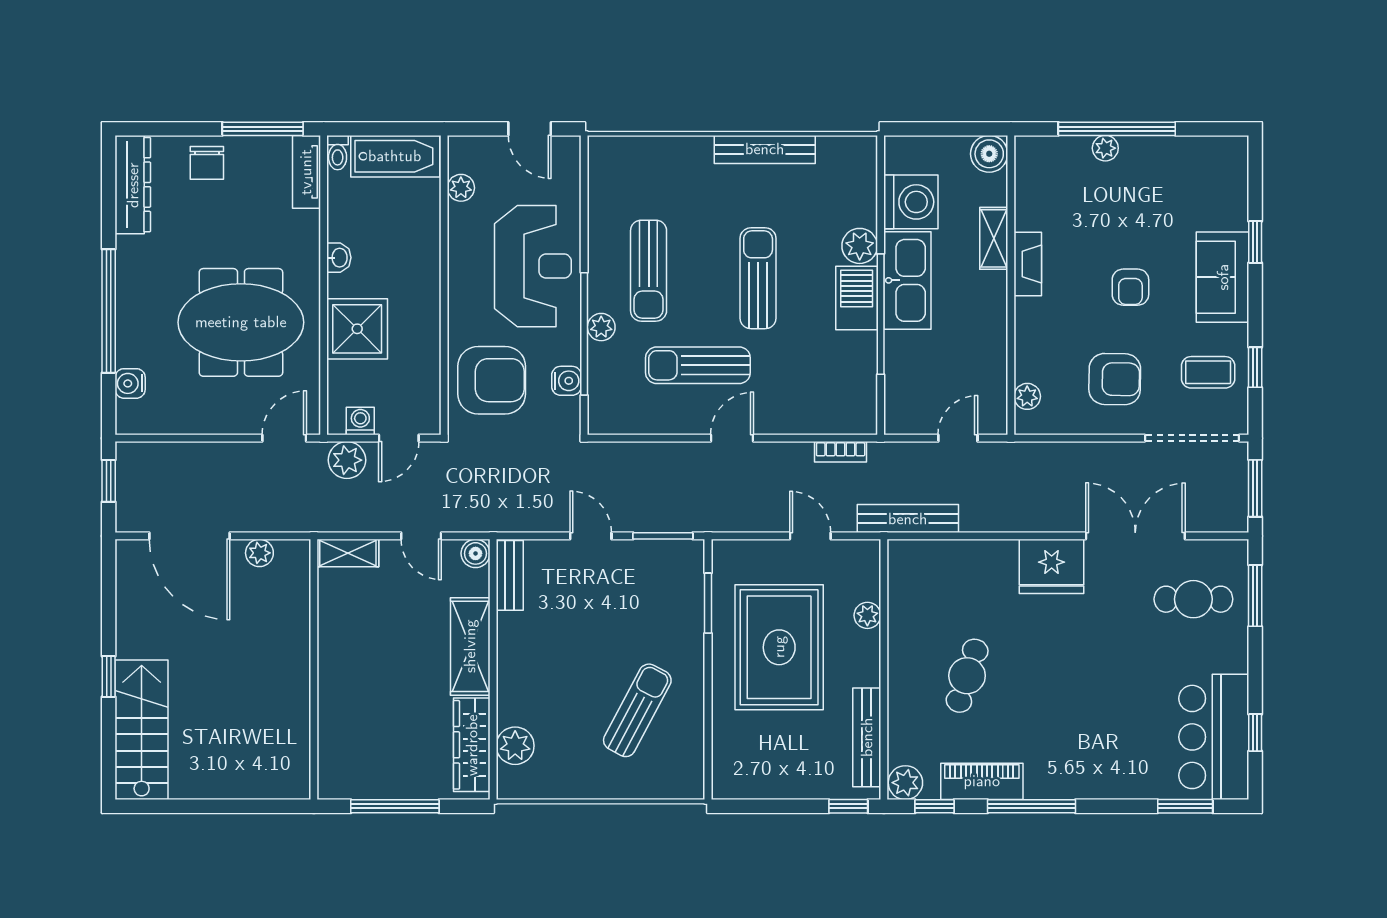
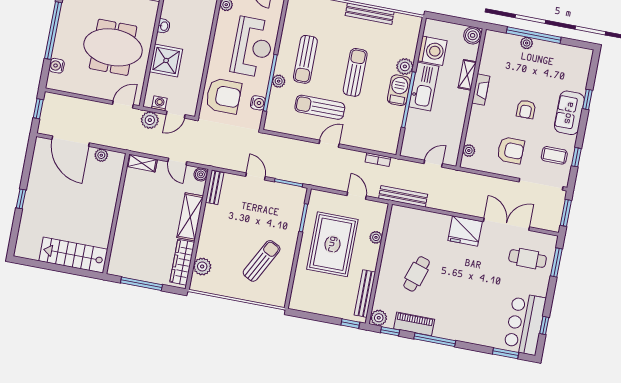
stairs: (142, 730) -> (73, 255), moved, turned -90

